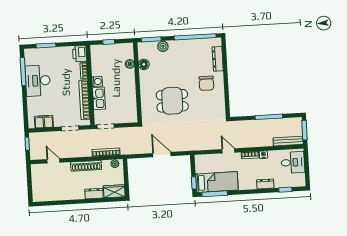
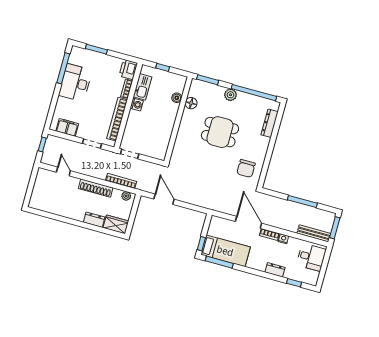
plant: (163, 46) -> (230, 95), moved
chair: (206, 83) -> (246, 168), moved
kitchen sink: (99, 98) -> (142, 87), moved
dining table: (172, 101) -> (220, 132), moved
door: (228, 151) -> (248, 222), width x1.87
door: (162, 155) -> (164, 199), moved

